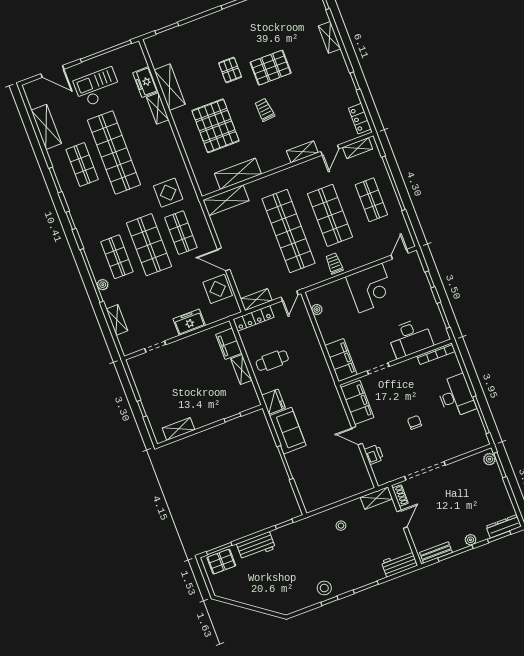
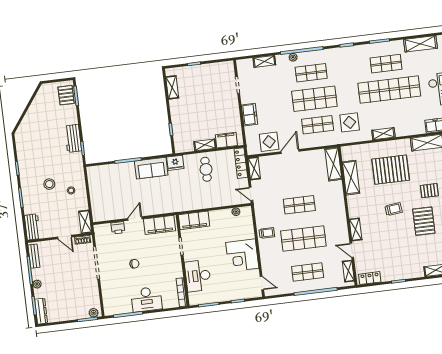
shelving: (158, 108) -> (383, 134), moved
shop shelf: (289, 231) -> (299, 205), width x0.50, depth x0.74
workbench: (256, 546) -> (73, 138), moved
stool: (324, 588) -> (49, 184), moved

